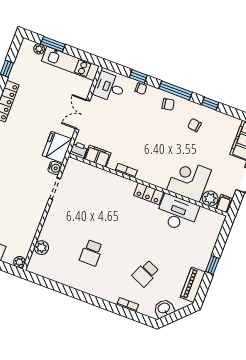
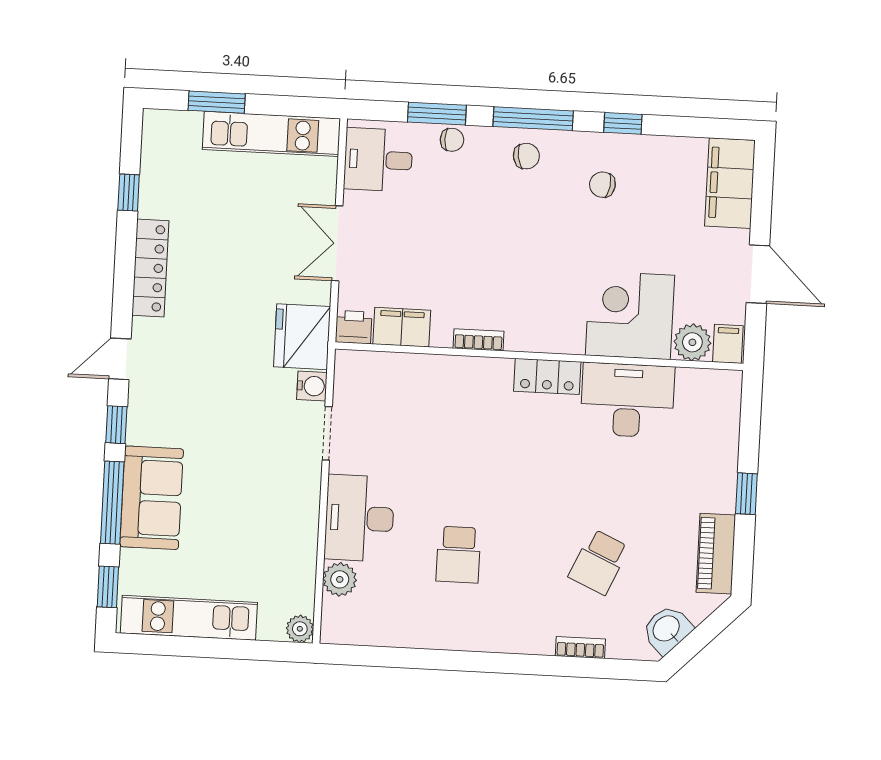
plant: (39, 49) -> (188, 123), removed
window: (138, 76) -> (437, 114), width x1.50
desk: (57, 226) -> (359, 518), added

